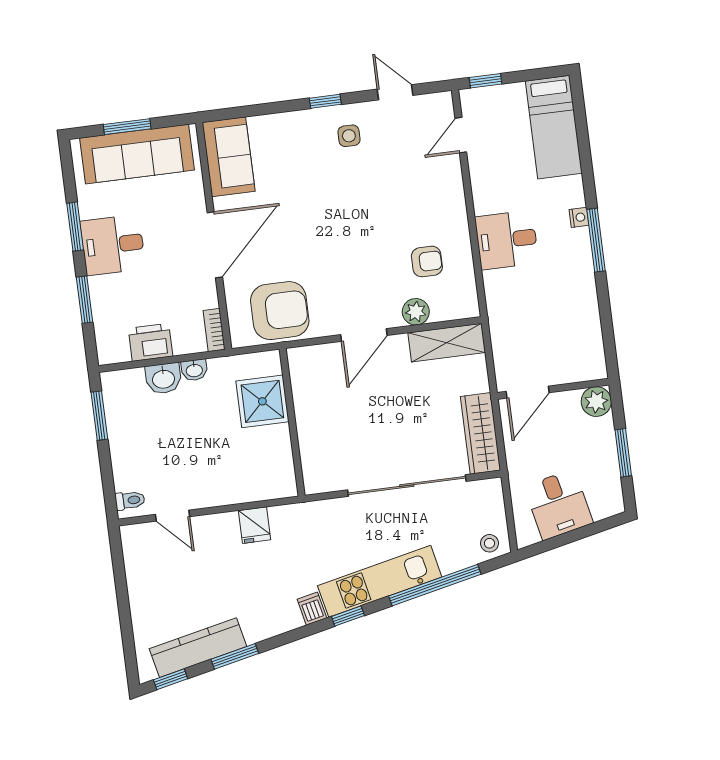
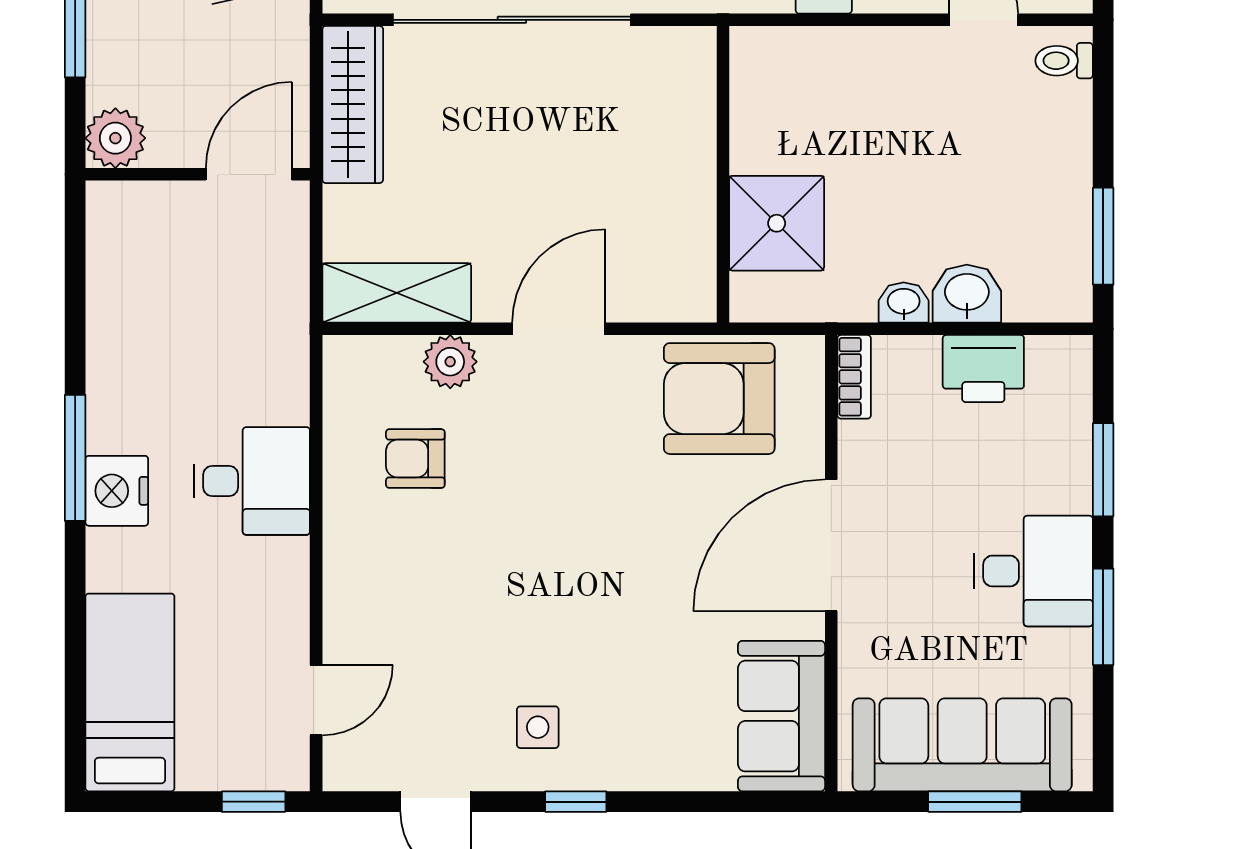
nightstand: (579, 217) -> (117, 491), width x1.89, depth x1.79

